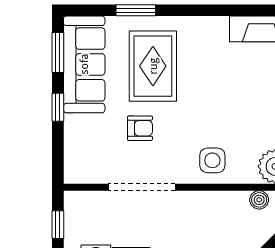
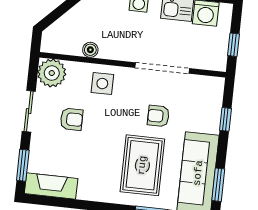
window: (58, 107) -> (225, 119), moved
armchair: (245, 113) -> (71, 119), added
boiler: (259, 200) -> (90, 50), moved

